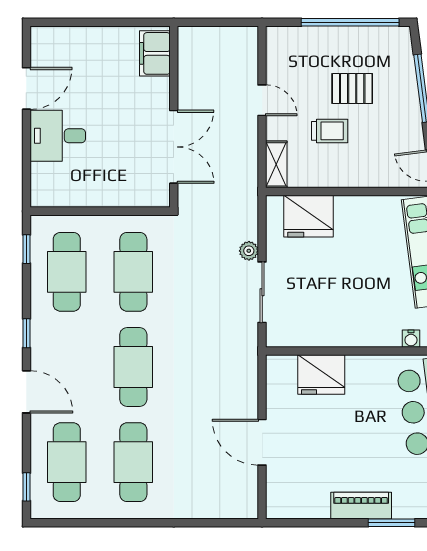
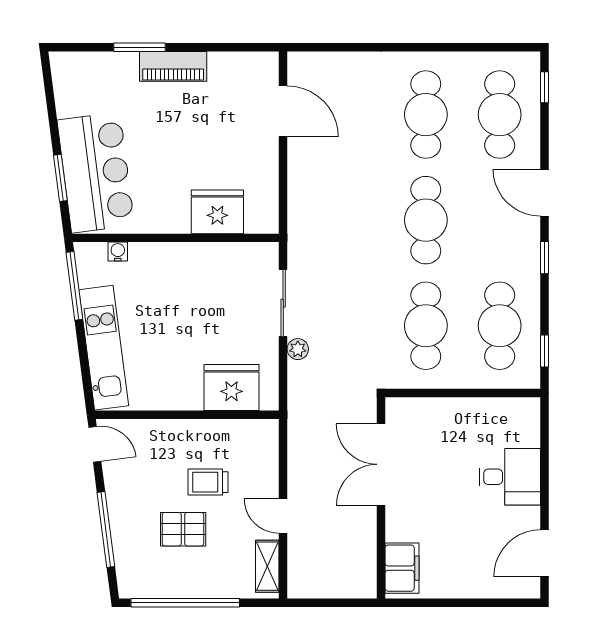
door: (26, 88) -> (544, 553), moved
shelving: (276, 164) -> (267, 566), moved
door: (262, 442) -> (283, 111), moved

